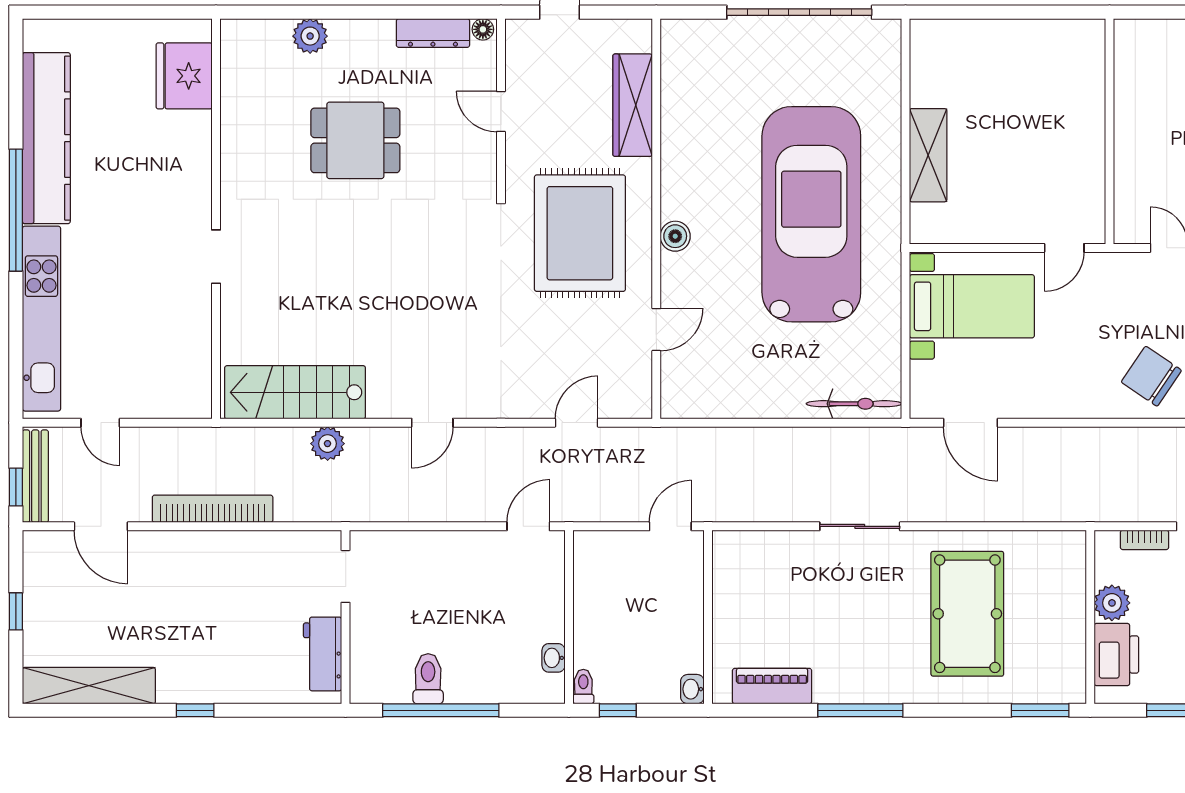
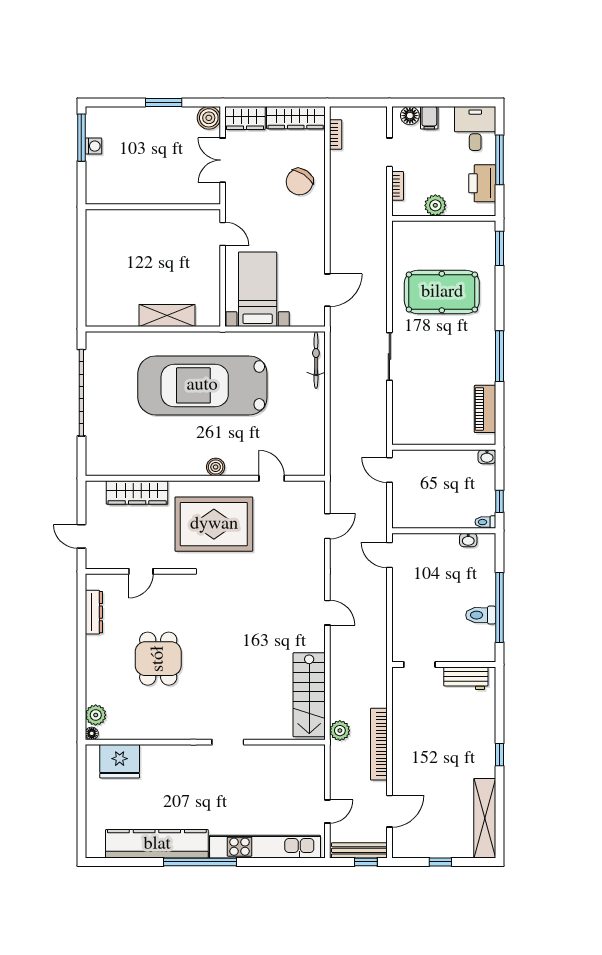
floor lamp: (483, 29) -> (92, 733), moved
plant: (310, 36) -> (96, 715), moved
door: (577, 423) -> (327, 526), swing flipped
plant: (328, 444) -> (340, 731), moved
printer: (1116, 655) -> (482, 183), moved, turned -90

